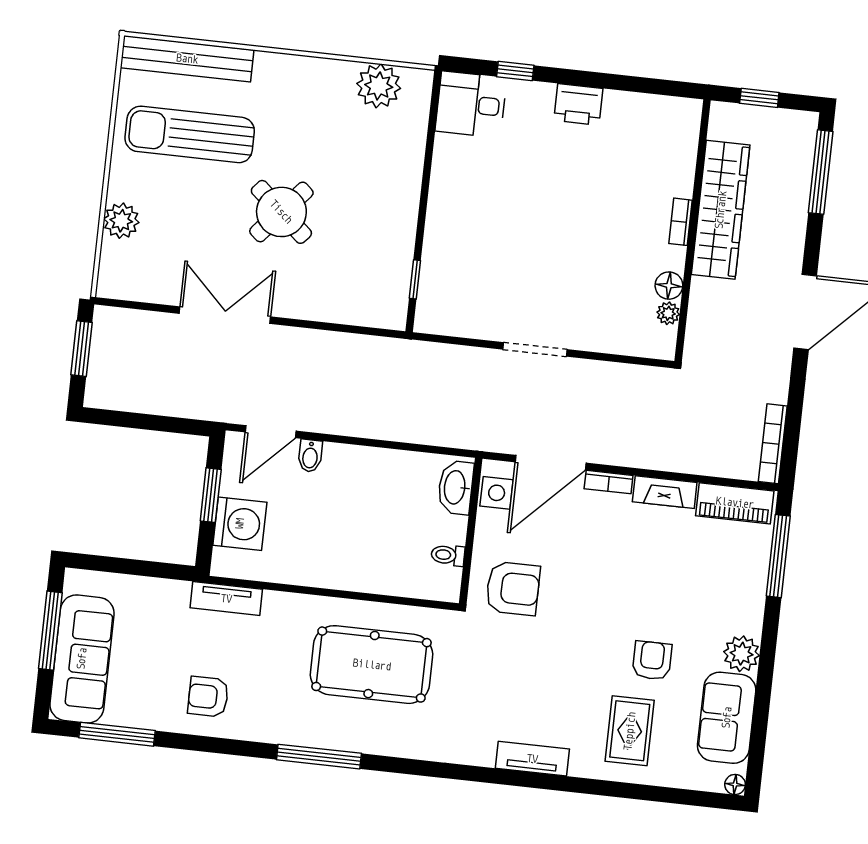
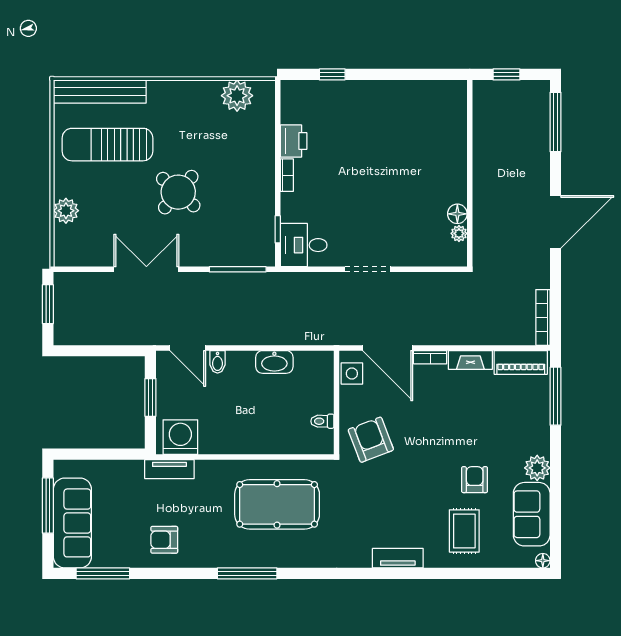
desk: (471, 104) -> (304, 245), moved
printer: (578, 104) -> (294, 141), moved, turned -90
wardrobe: (721, 210) -> (488, 156), removed
bookcase: (681, 222) -> (287, 175), moved, turned 180
window: (353, 329) -> (238, 269), added
door: (271, 432) -> (188, 348), hinge flipped
door: (551, 462) -> (388, 348), hinge flipped
washbasin: (456, 487) -> (274, 362), moved, turned -90
washing machine: (240, 524) -> (180, 437), moved, turned -90
armchair: (513, 588) -> (371, 440), turned -111

